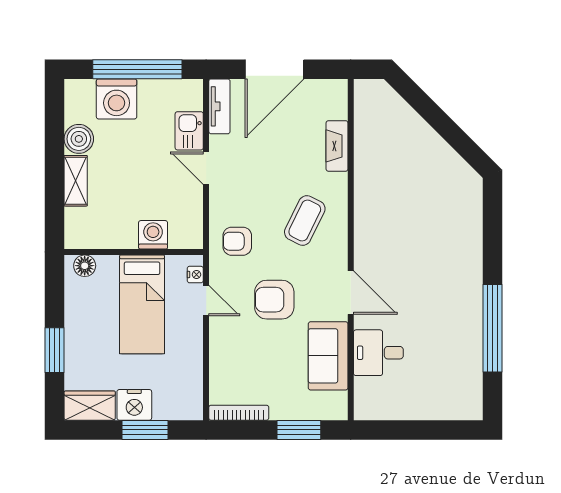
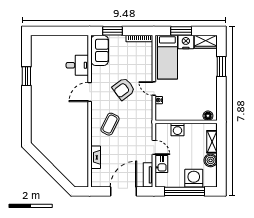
washing machine: (153, 235) -> (178, 130), moved
armchair: (237, 241) -> (140, 115), removed
wall: (134, 252) -> (186, 122), moved
floor lamp: (85, 266) -> (208, 116), moved
door: (351, 293) -> (90, 92), hinge flipped
armchair: (274, 300) -> (124, 89), turned 143
bed: (142, 304) -> (167, 57), moved, turned 180
window: (493, 328) -> (26, 76), width x0.47
sofa: (328, 356) -> (100, 50), moved

